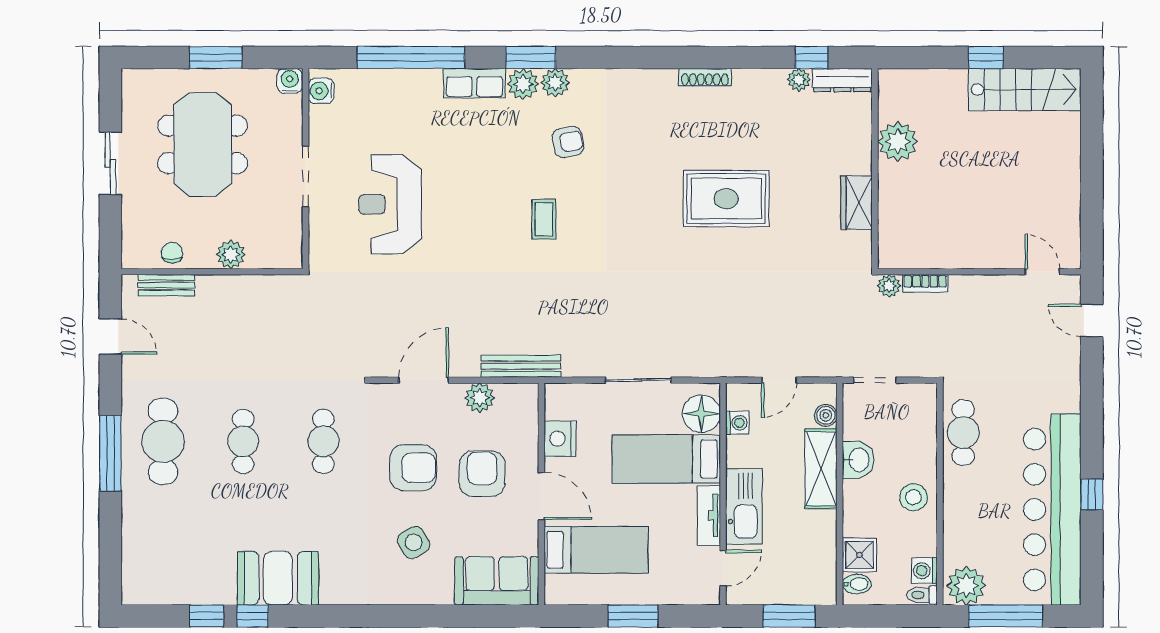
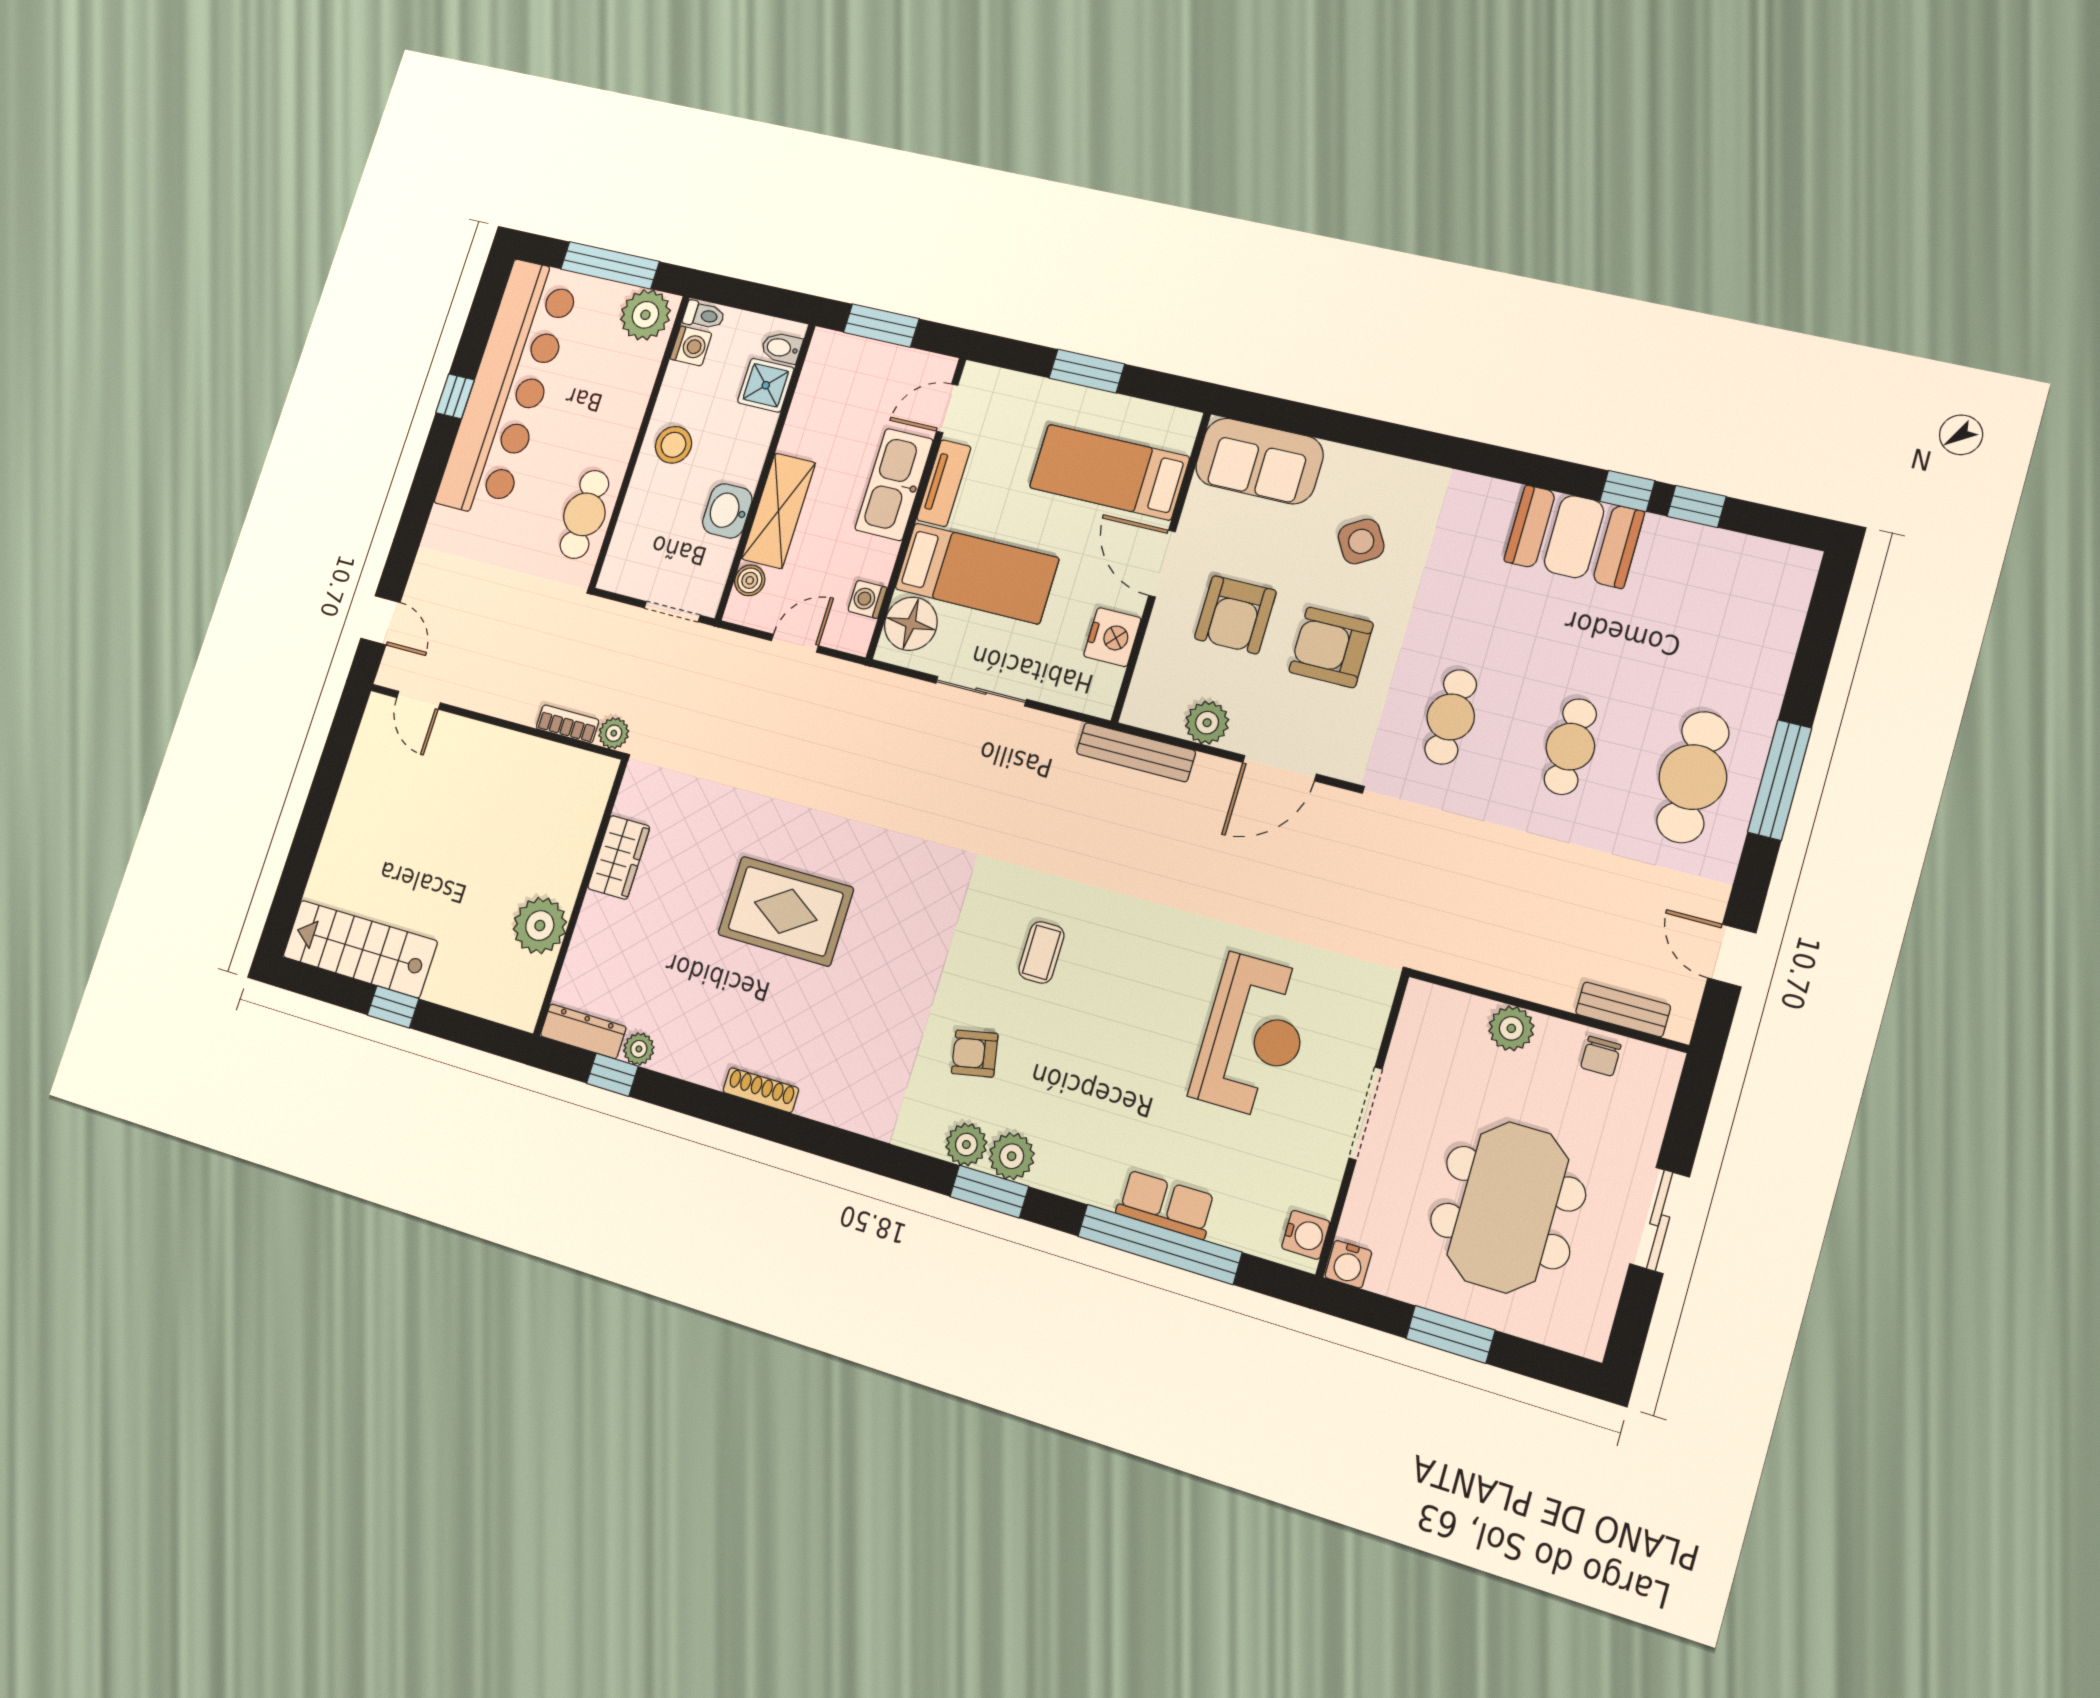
row of seats: (474, 83) -> (1166, 1205), moved

